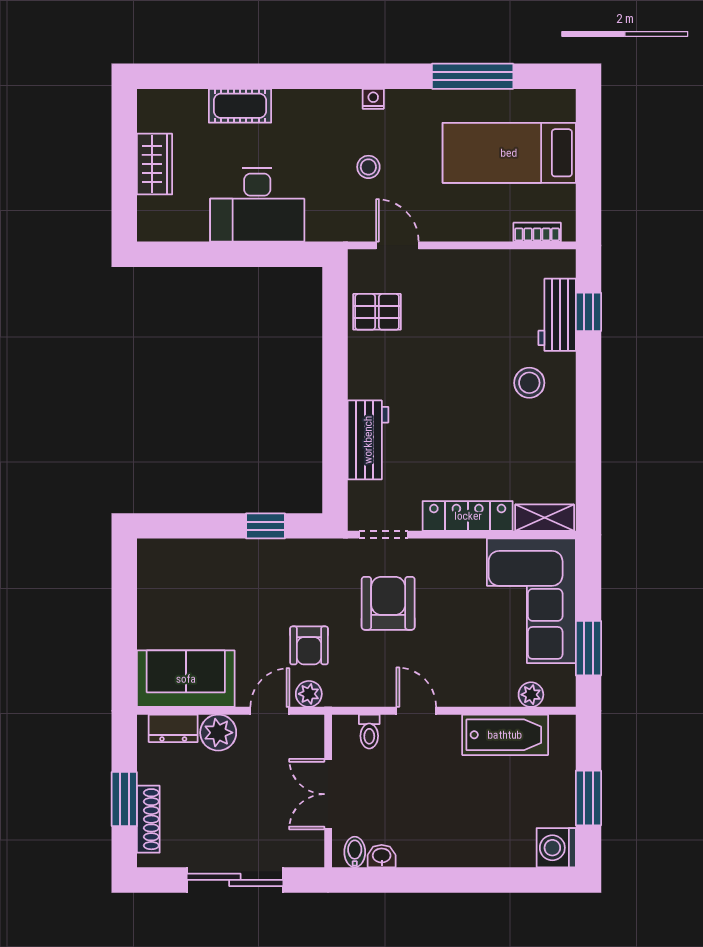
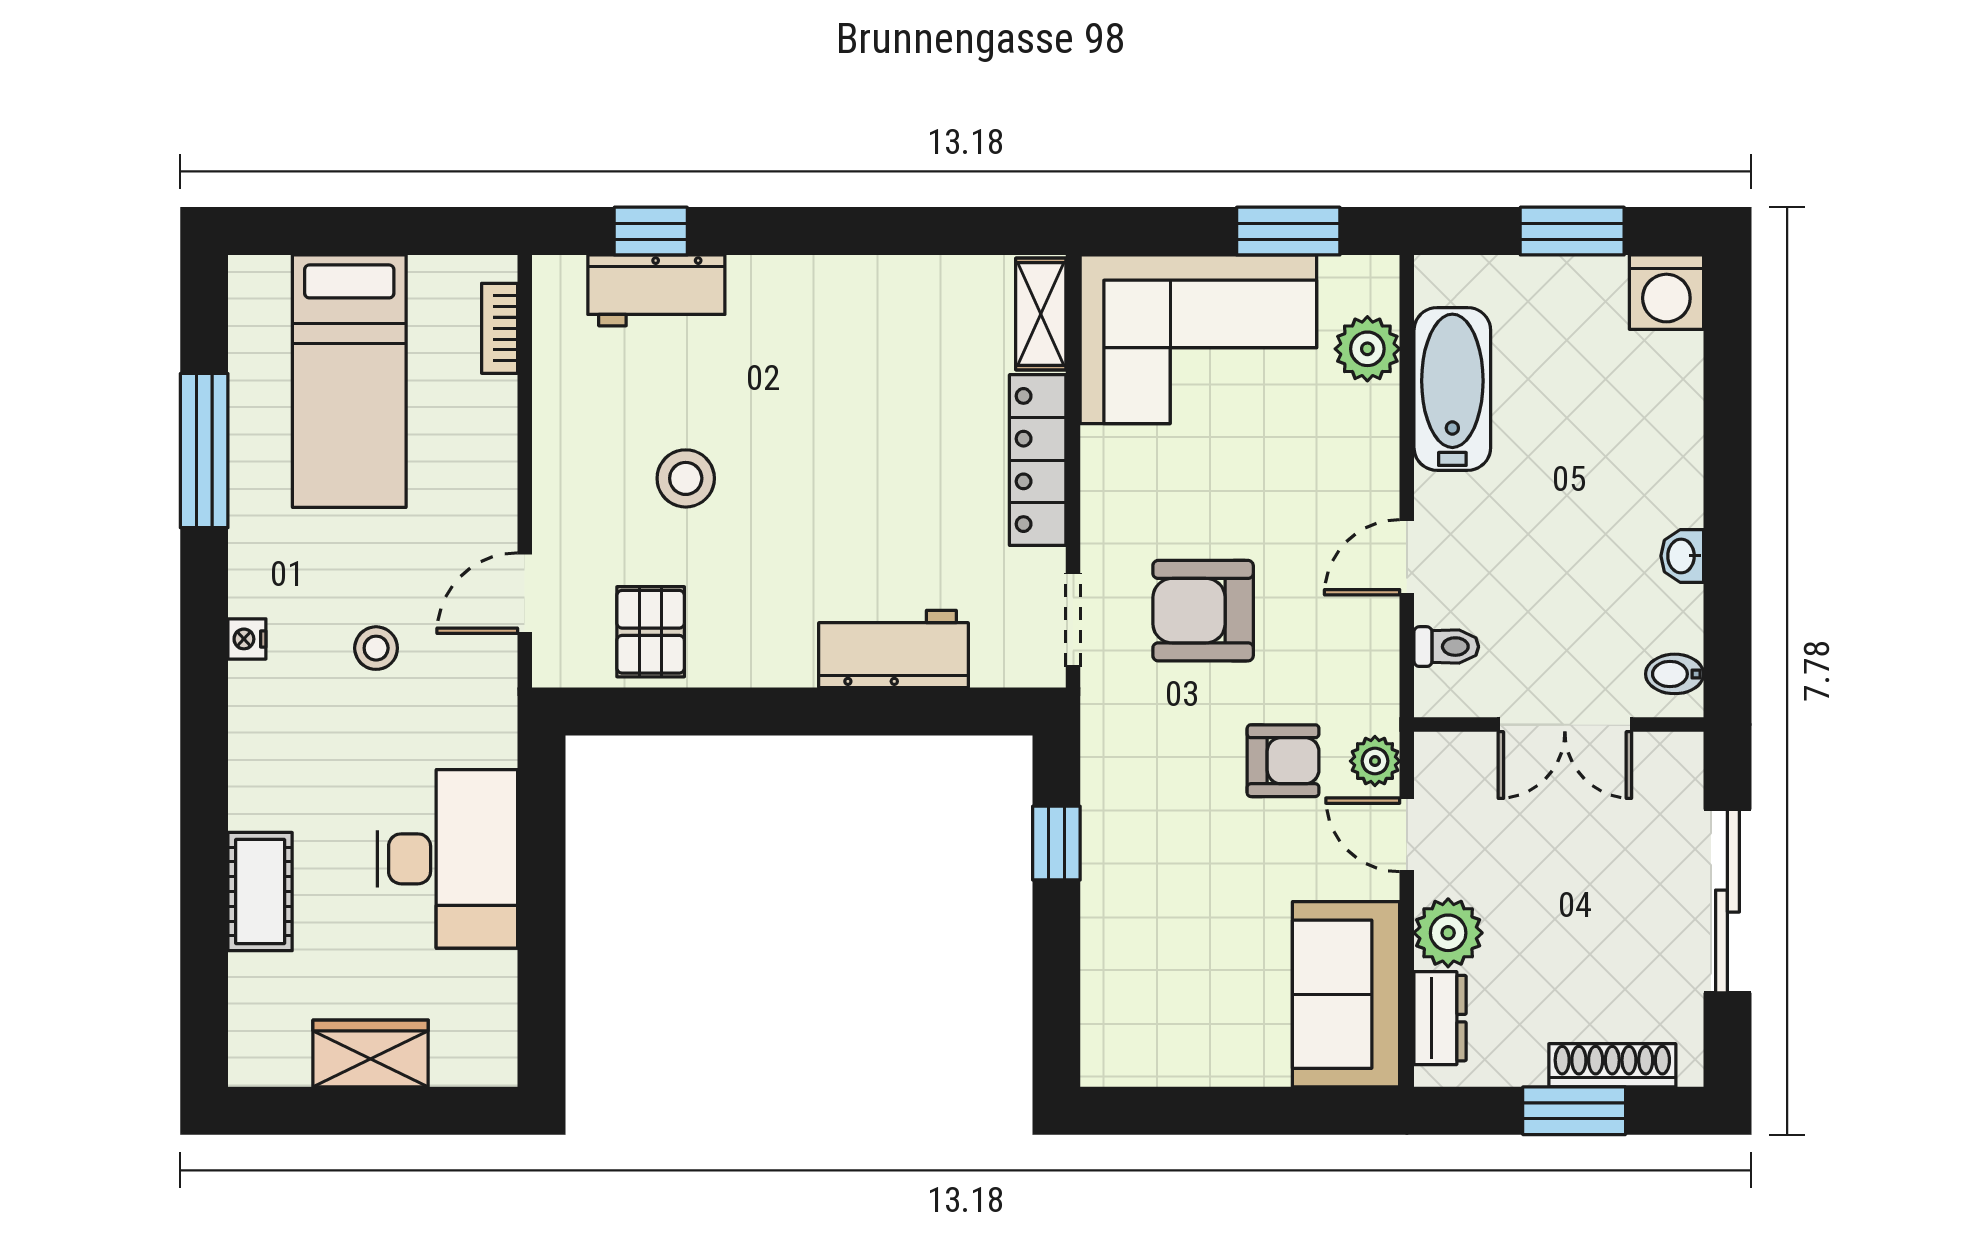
stool: (529, 383) -> (686, 478), moved
plant: (531, 695) -> (1367, 349), width x1.38, depth x1.38
washbasin: (382, 856) -> (1682, 556), moved

